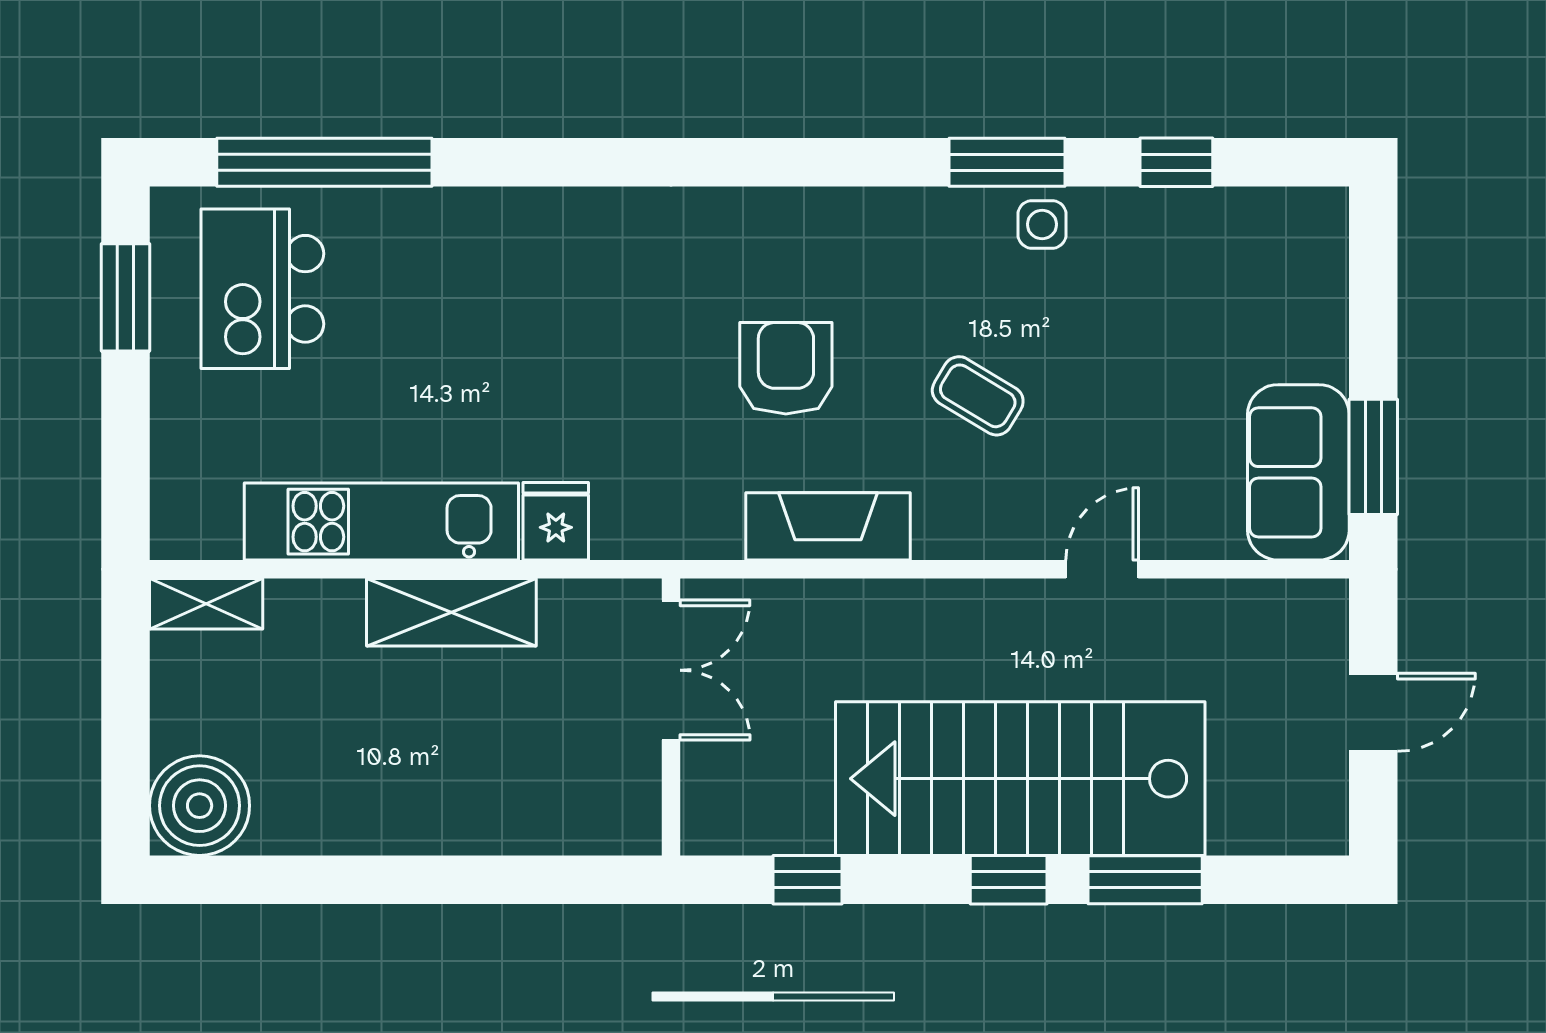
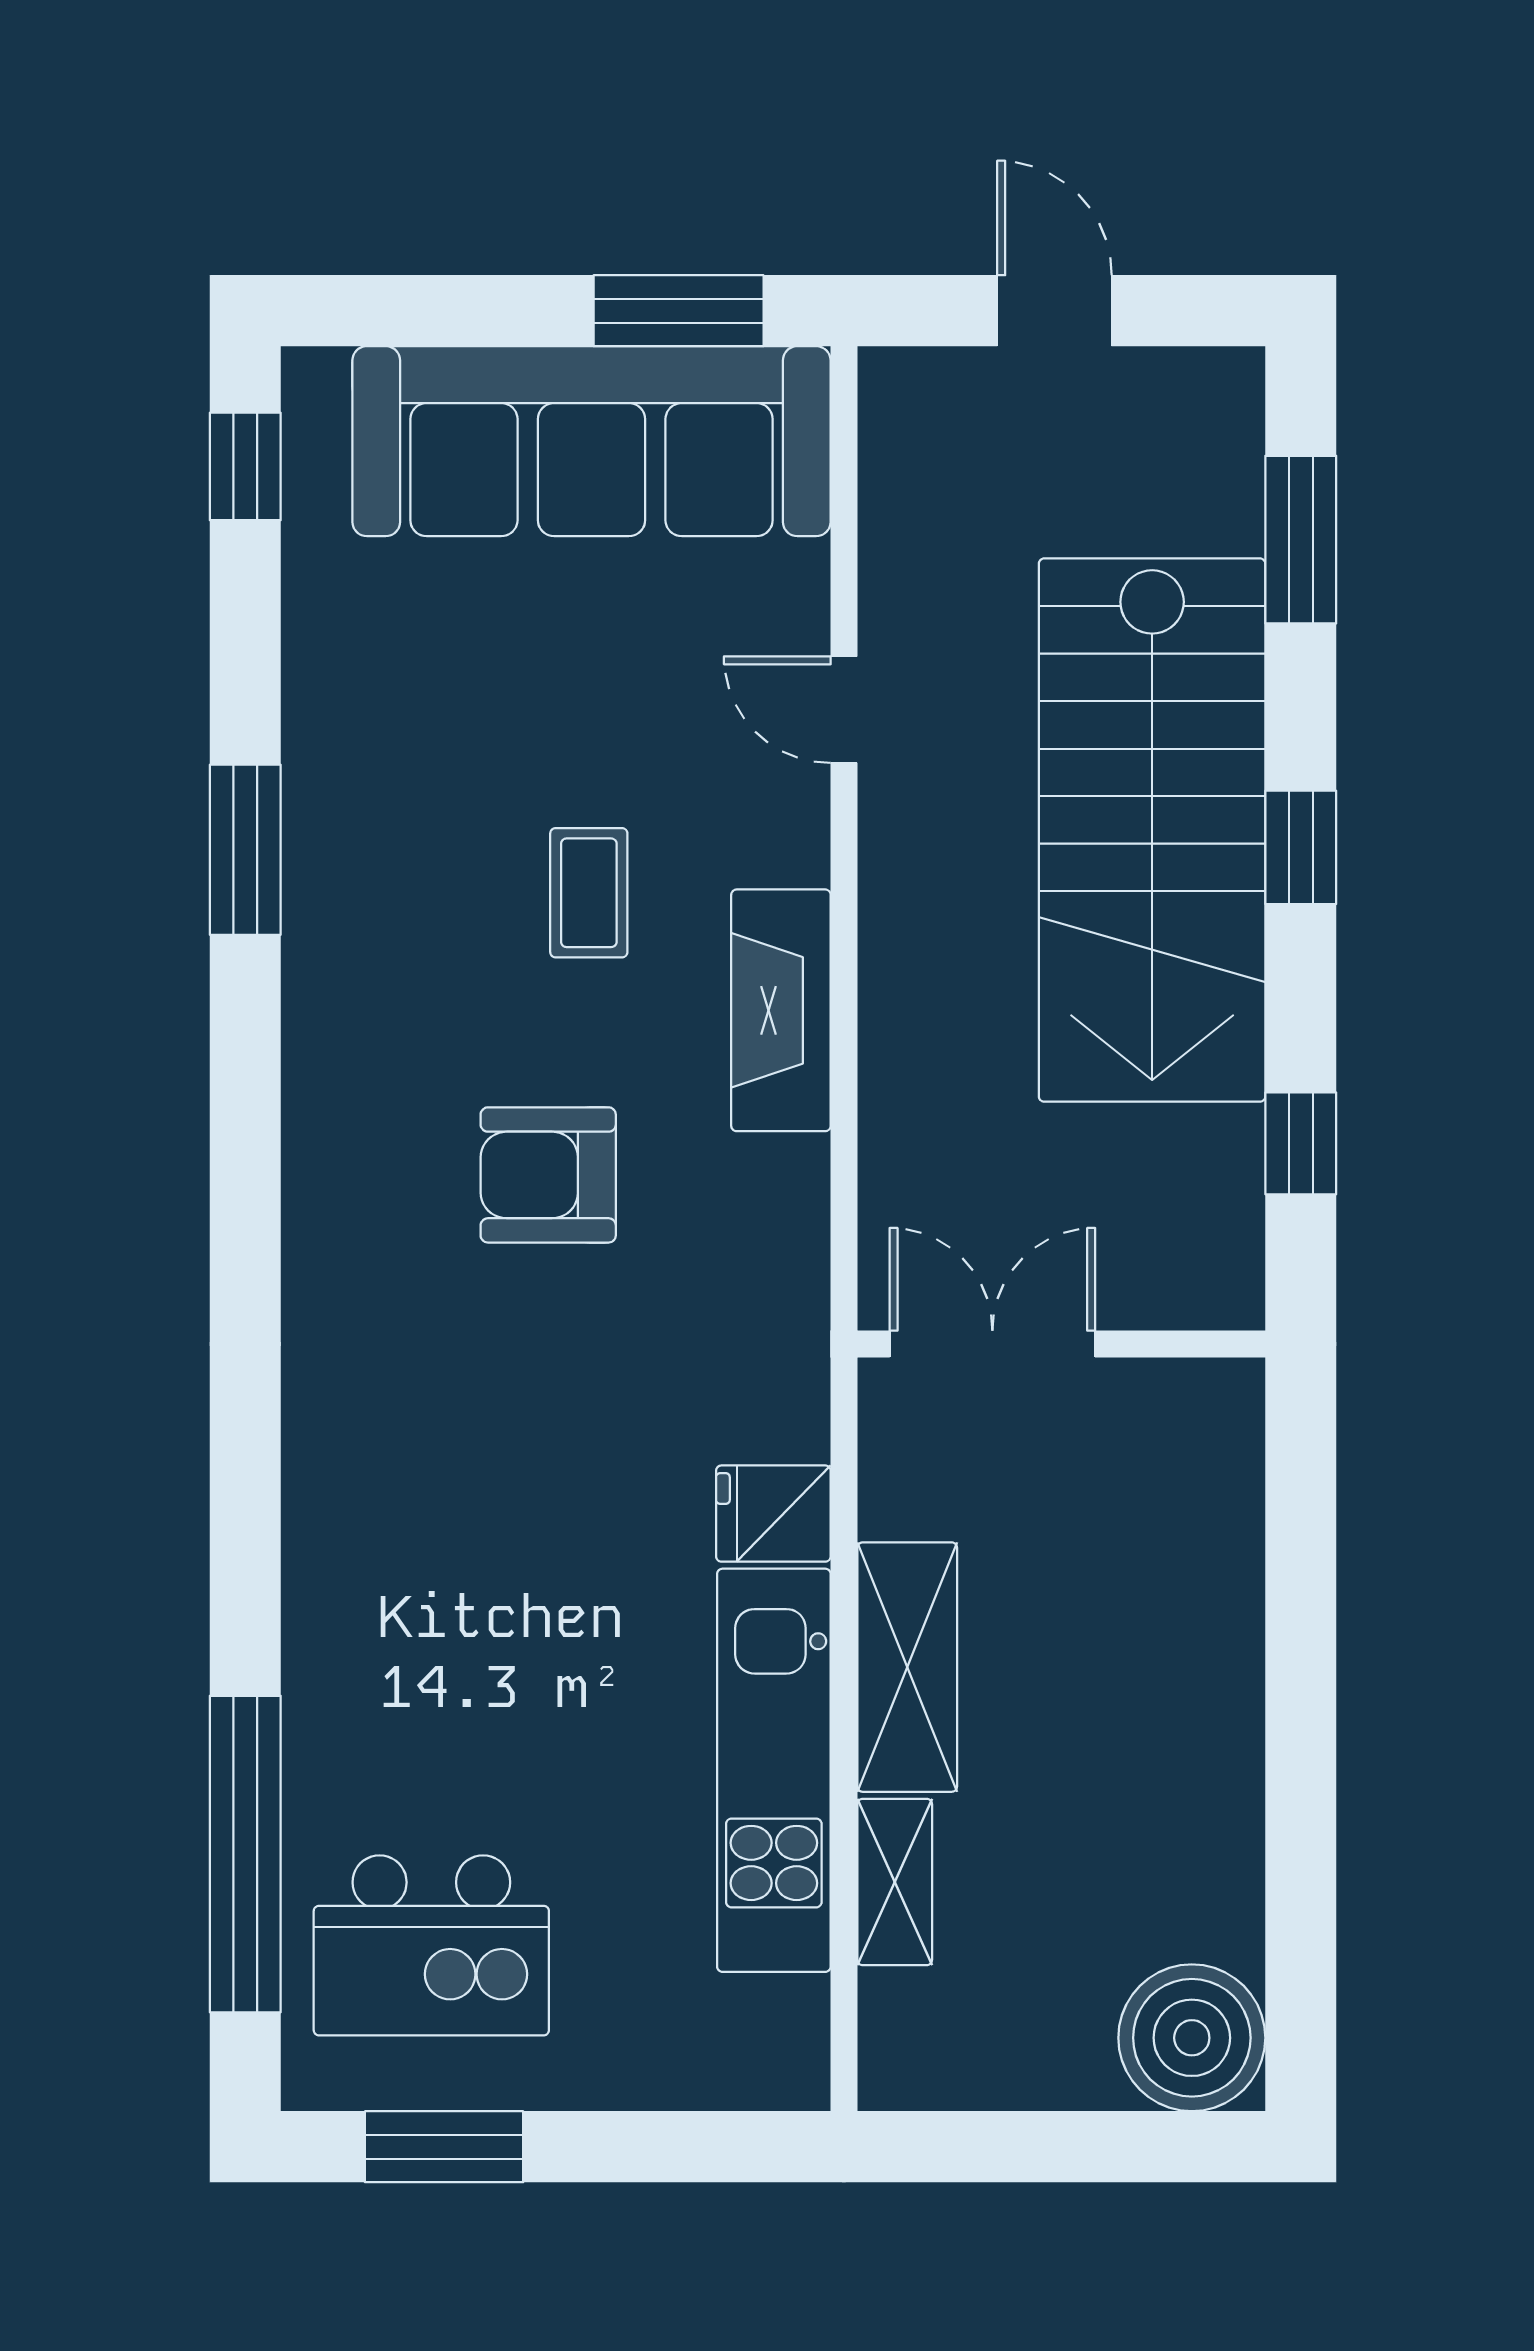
window: (1176, 162) -> (245, 466), moved
side table: (1042, 224) -> (337, 798), removed
coffee table: (978, 396) -> (589, 893), turned -31
sofa: (1298, 472) -> (591, 441), width x1.85, depth x1.27
fireplace: (828, 526) -> (781, 1010), moved
shelving: (206, 604) -> (895, 1882), moved
window: (1145, 880) -> (1301, 540), moved

